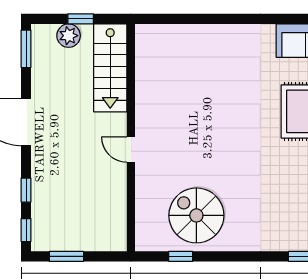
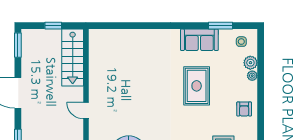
plant: (69, 36) -> (45, 37), removed

